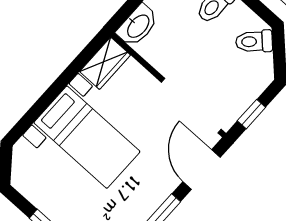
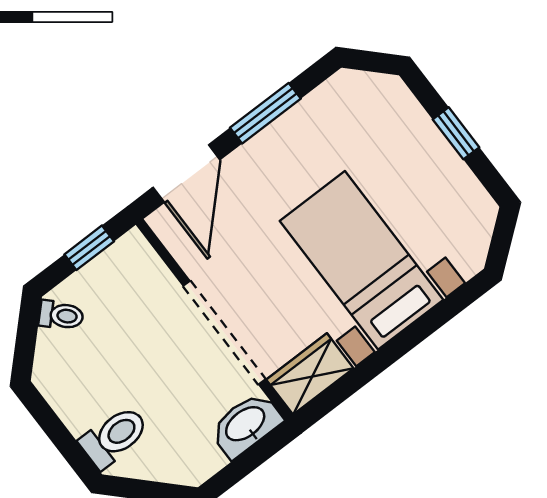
toilet: (254, 41) -> (61, 315), moved, width x0.73, depth x0.72
doorway: (191, 106) -> (224, 333), moved

